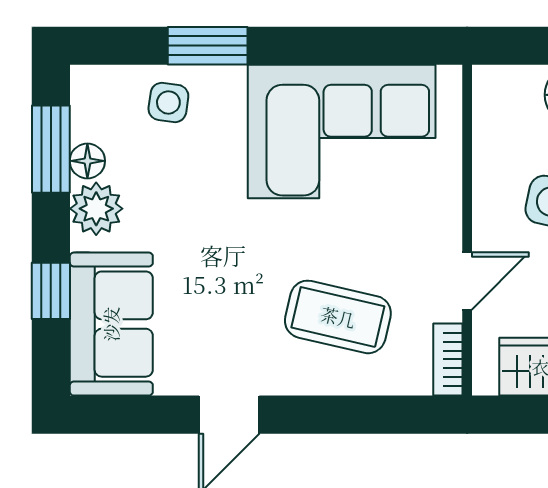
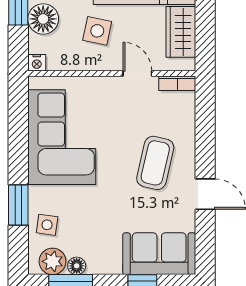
nightstand: (488, 82) -> (37, 63), added
plant: (96, 209) -> (52, 261), moved
coffee table: (338, 317) -> (155, 163), moved

